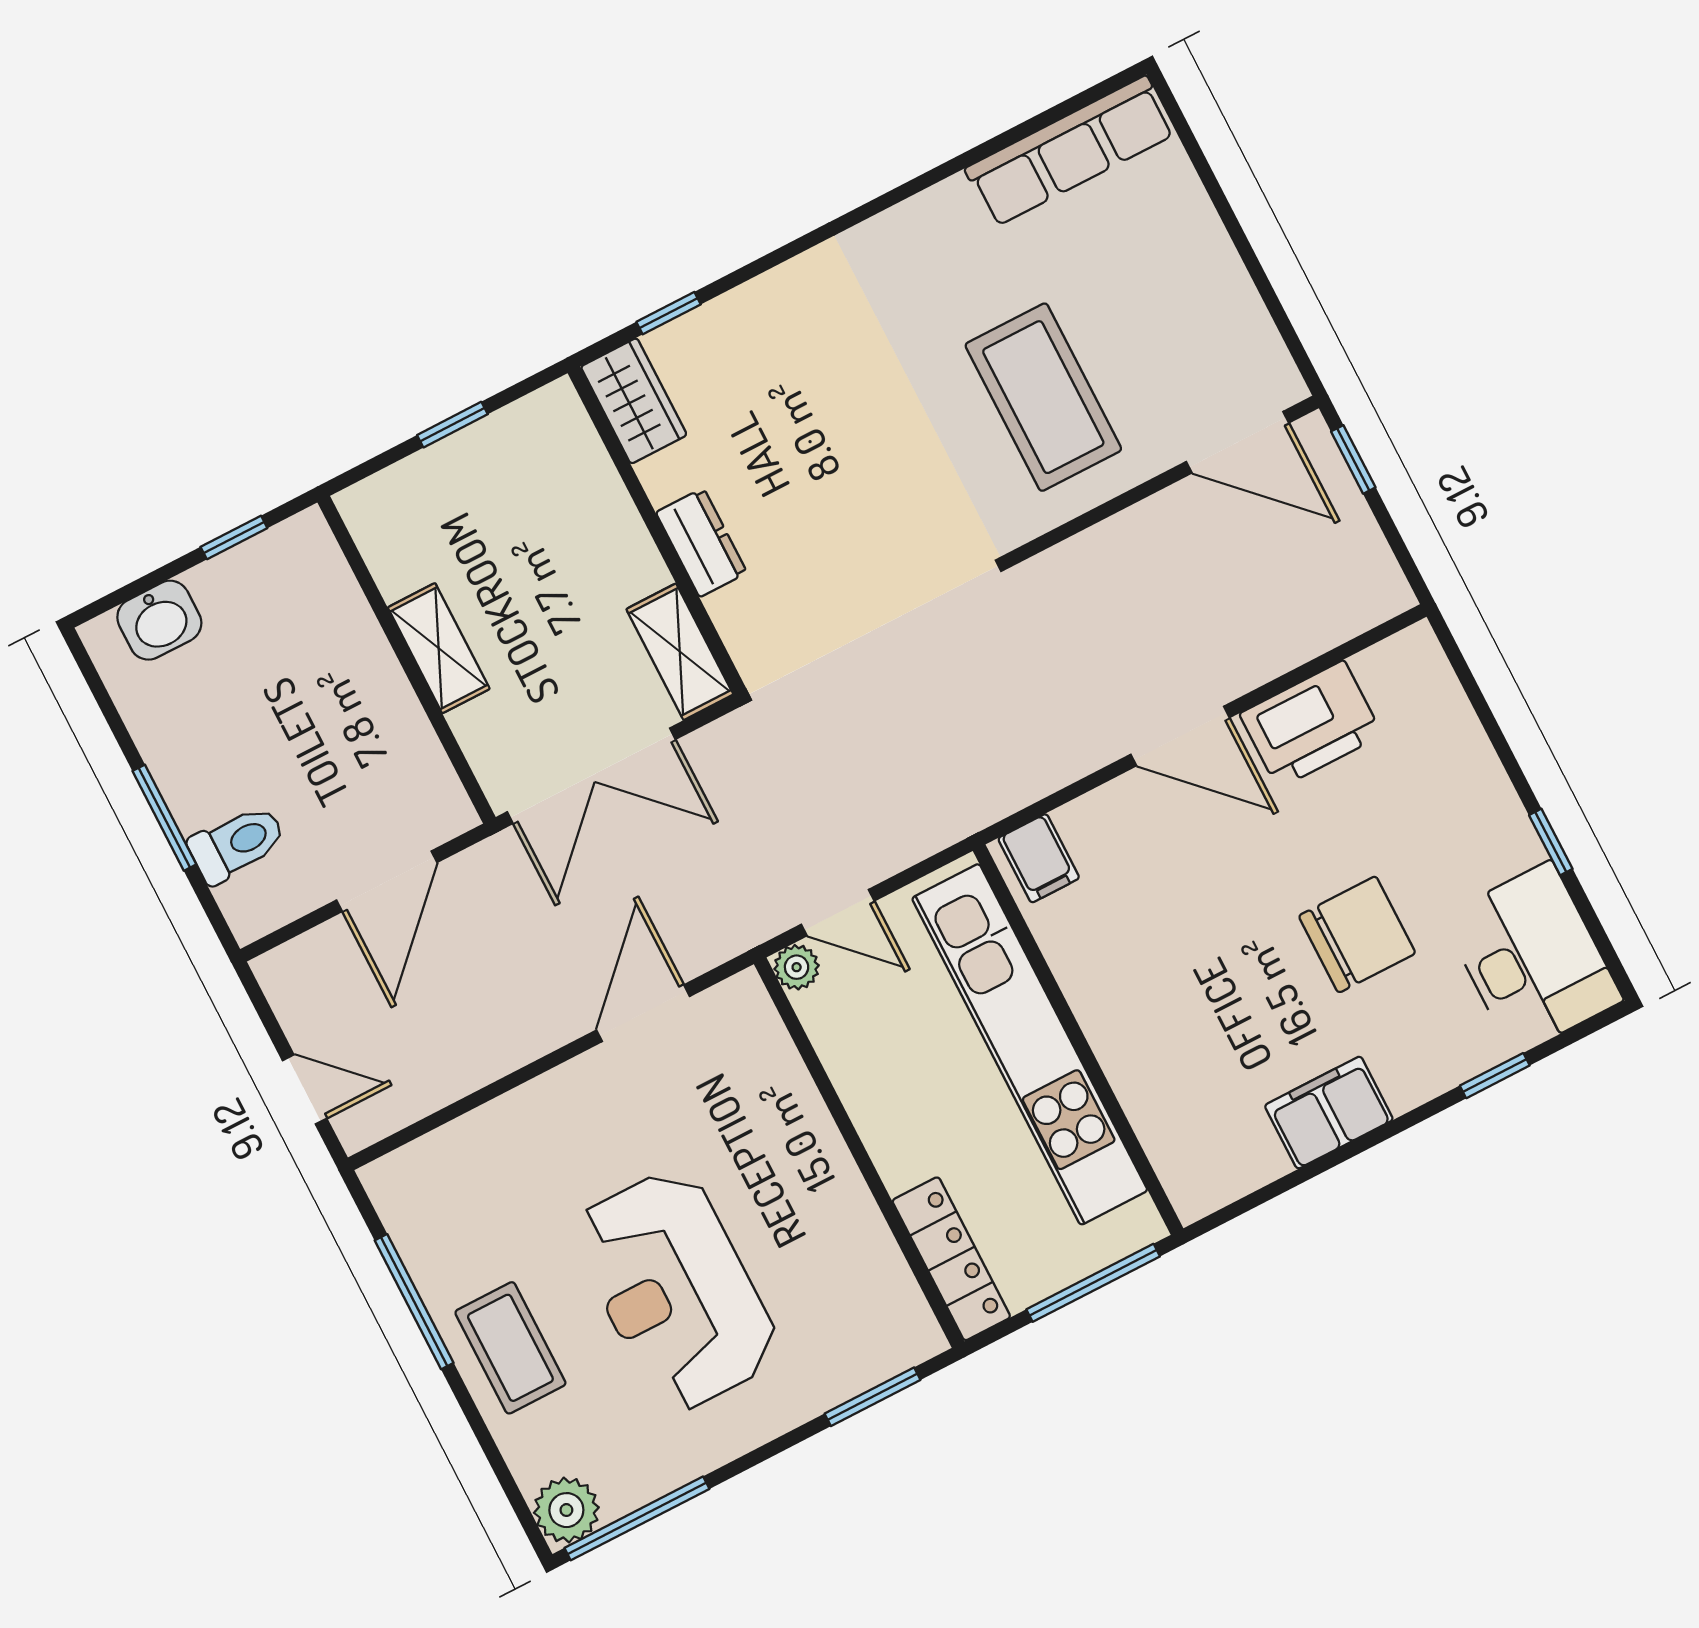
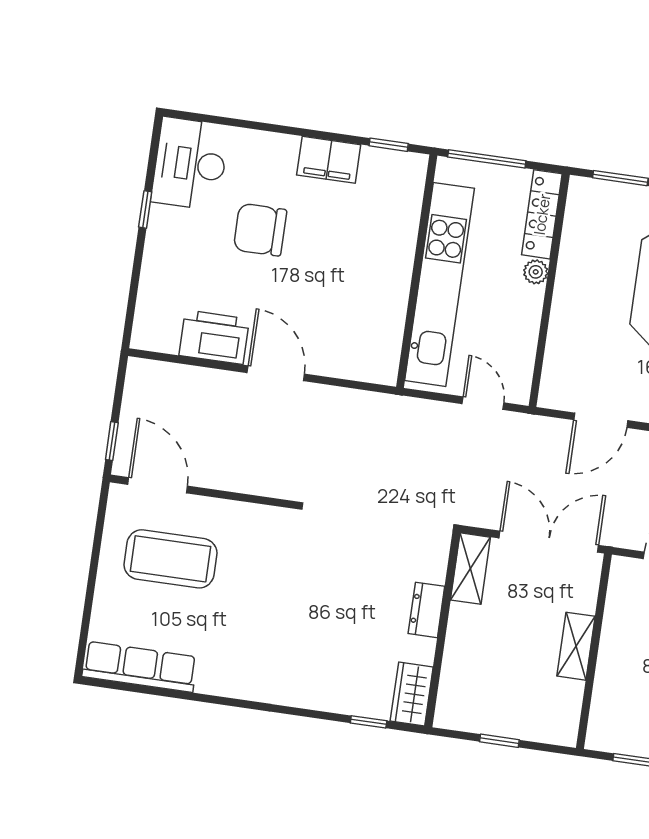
coffee table: (1043, 397) -> (170, 559), moved, turned 90
filing cabinet: (1039, 858) -> (377, 364), removed
plant: (797, 967) -> (536, 272), moved
window: (1495, 1076) -> (389, 145), moved

